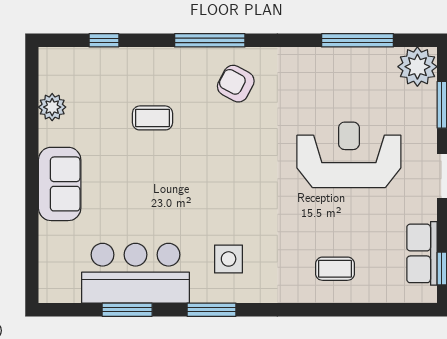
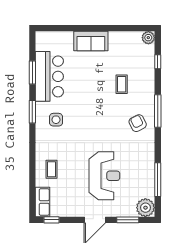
armchair: (236, 84) -> (138, 123), turned -55
plant: (52, 107) -> (148, 38), moved
row of seats: (422, 253) -> (43, 202), moved, turned 90

